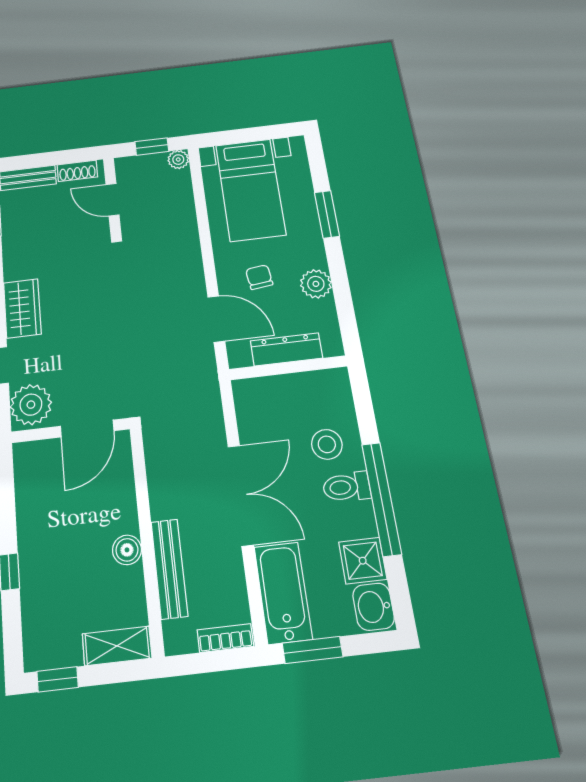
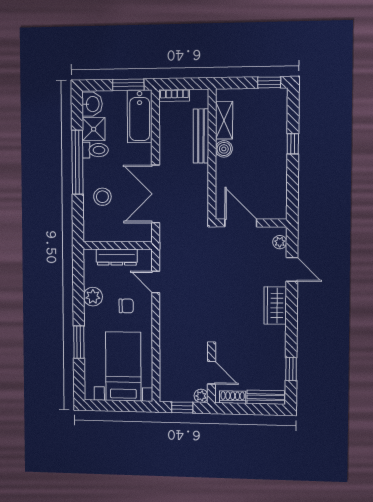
plant: (178, 160) -> (201, 396), moved
chair: (259, 277) -> (126, 306), turned -83
door: (216, 319) -> (156, 282), width x0.73
plant: (31, 405) -> (280, 242), width x0.53, depth x0.53
door: (87, 429) -> (241, 223), hinge flipped
toilet: (347, 487) -> (95, 150), moved
double door: (241, 495) -> (156, 194), moved
shelving: (117, 646) -> (224, 120), moved, turned 90

